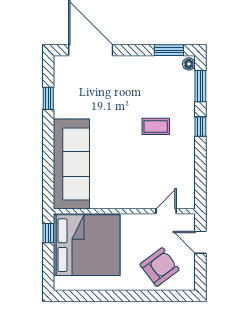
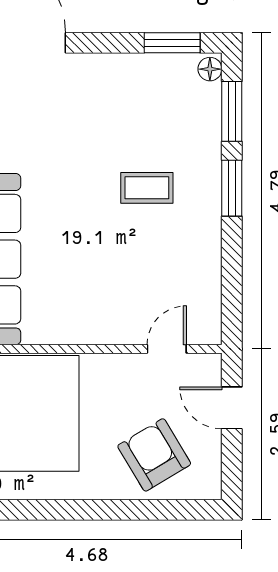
window: (200, 127) -> (232, 188), width x1.50
armchair: (160, 267) -> (154, 455), turned -84

